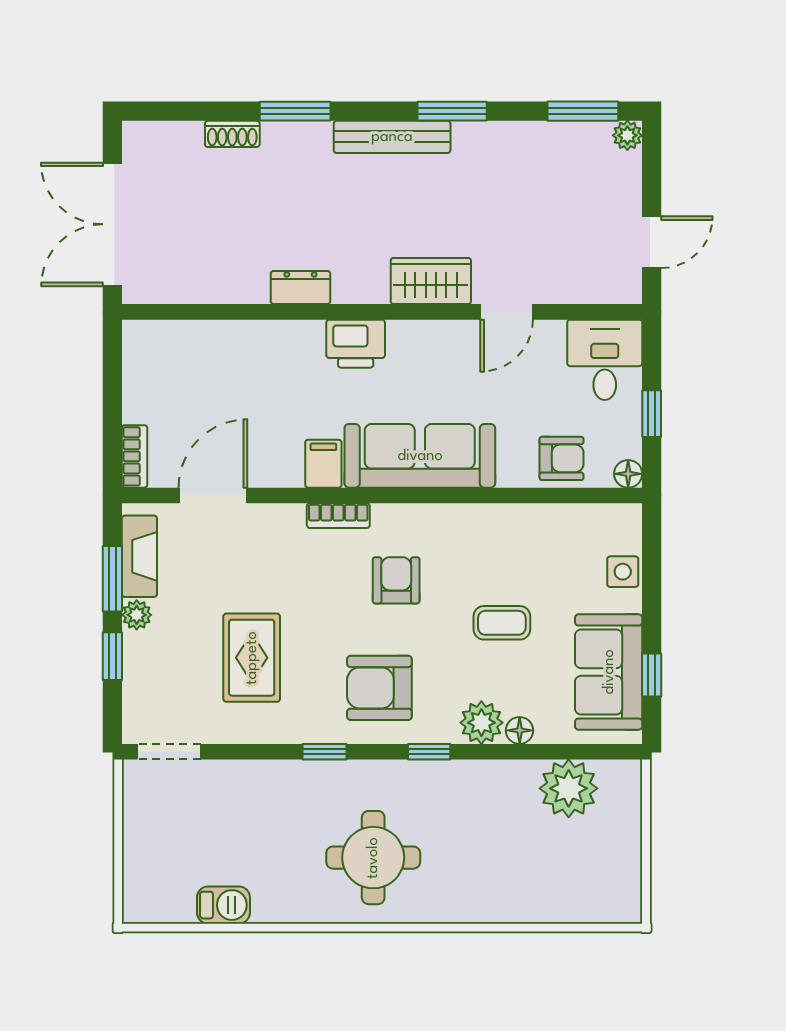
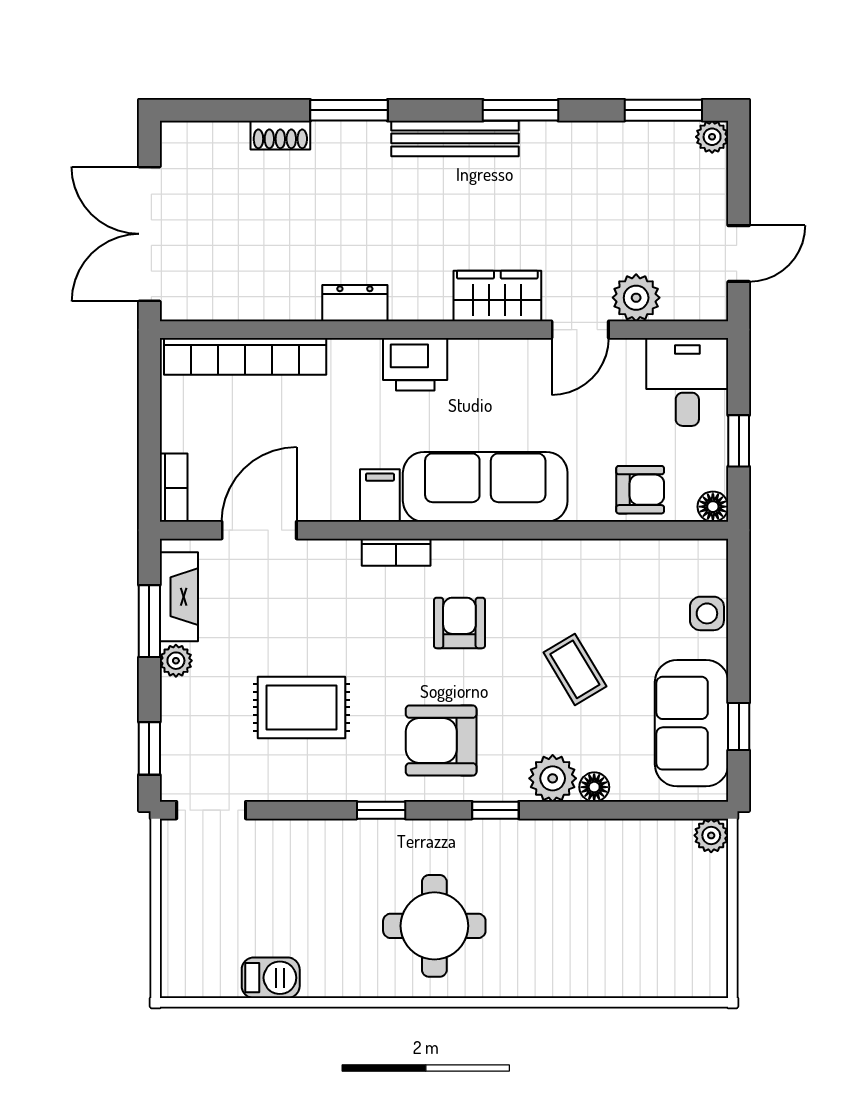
plant: (558, 283) -> (636, 298), added
bookcase: (200, 336) -> (245, 356), added
coffee table: (502, 623) -> (575, 669), turned 59
window: (112, 656) -> (149, 748), moved
rug: (252, 658) -> (301, 707), turned 90
plant: (569, 788) -> (711, 835), moved, width x0.53, depth x0.53

